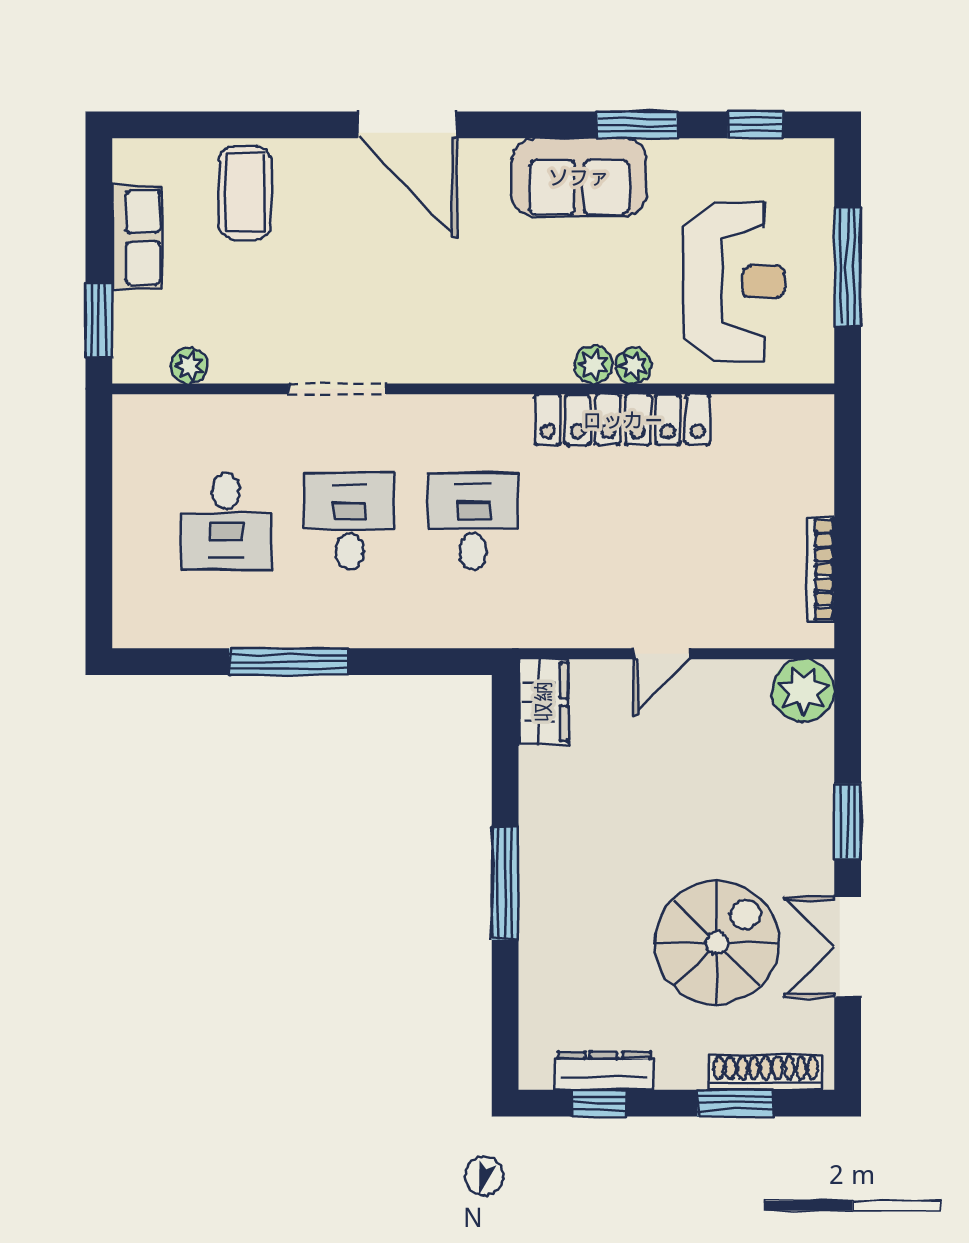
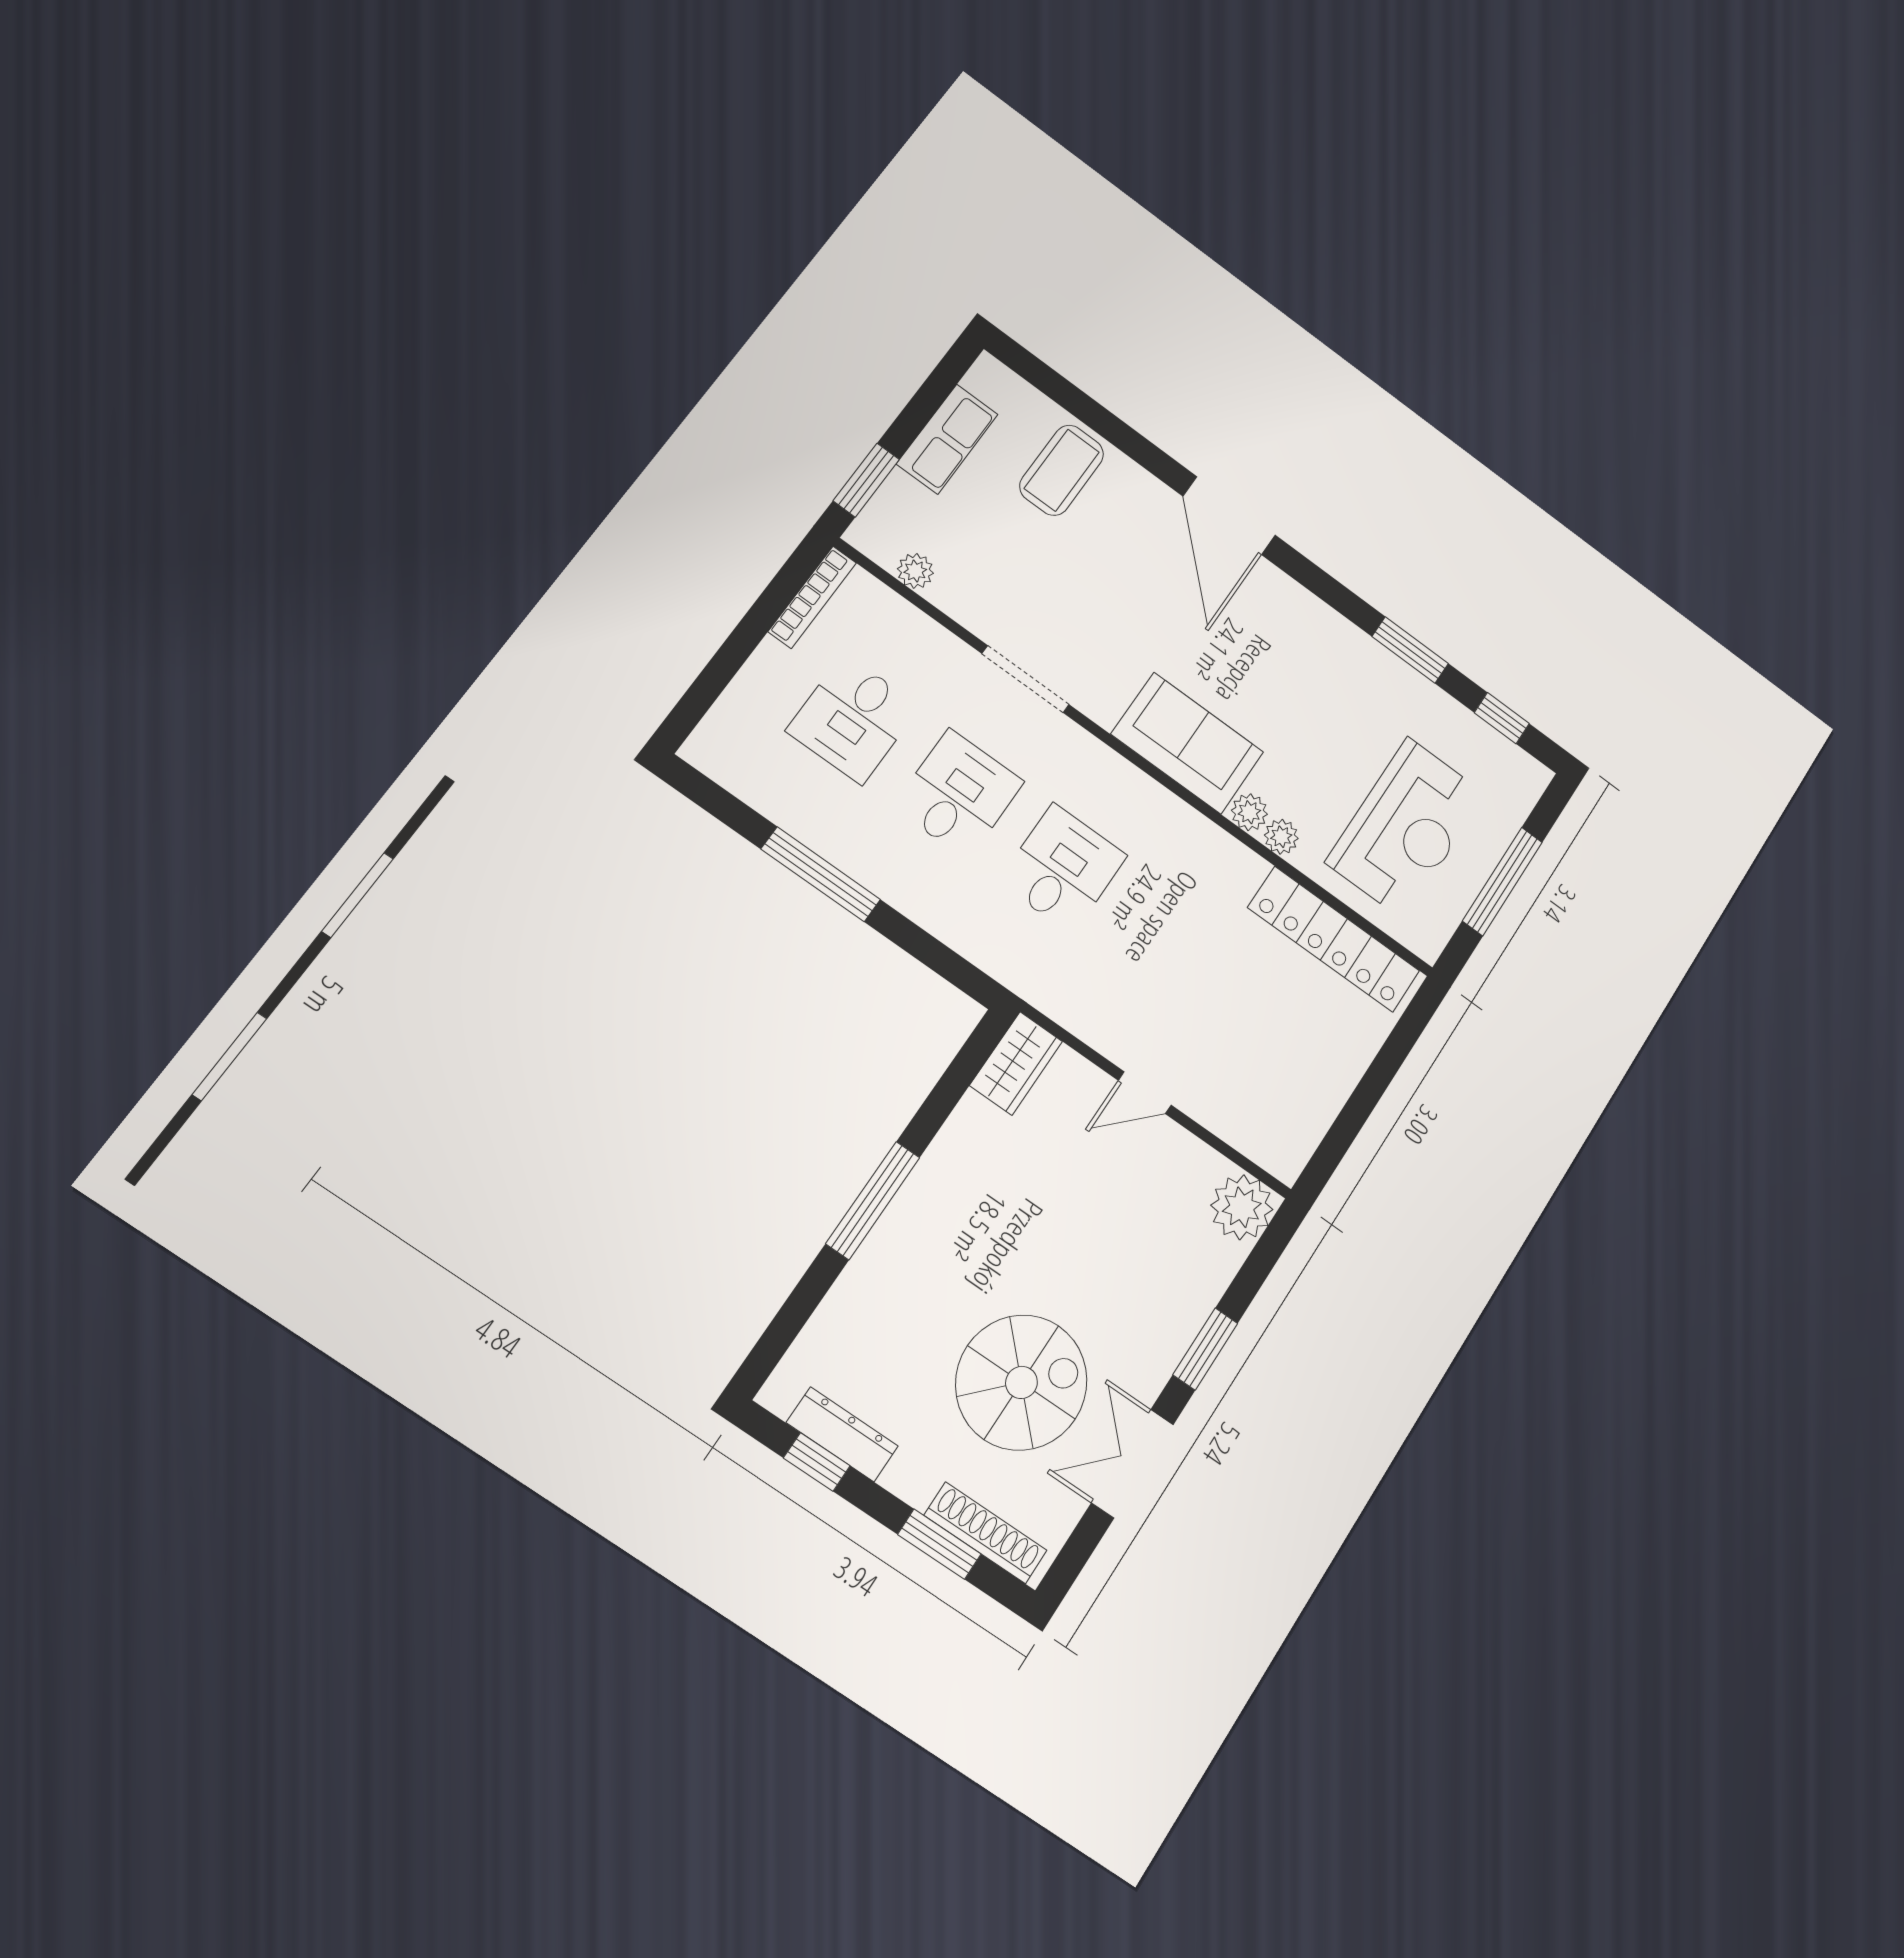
sofa: (579, 177) -> (1187, 743), moved, turned 180
locker: (623, 420) -> (1334, 939), moved
bookcase: (821, 570) -> (812, 597), moved, turned 180

